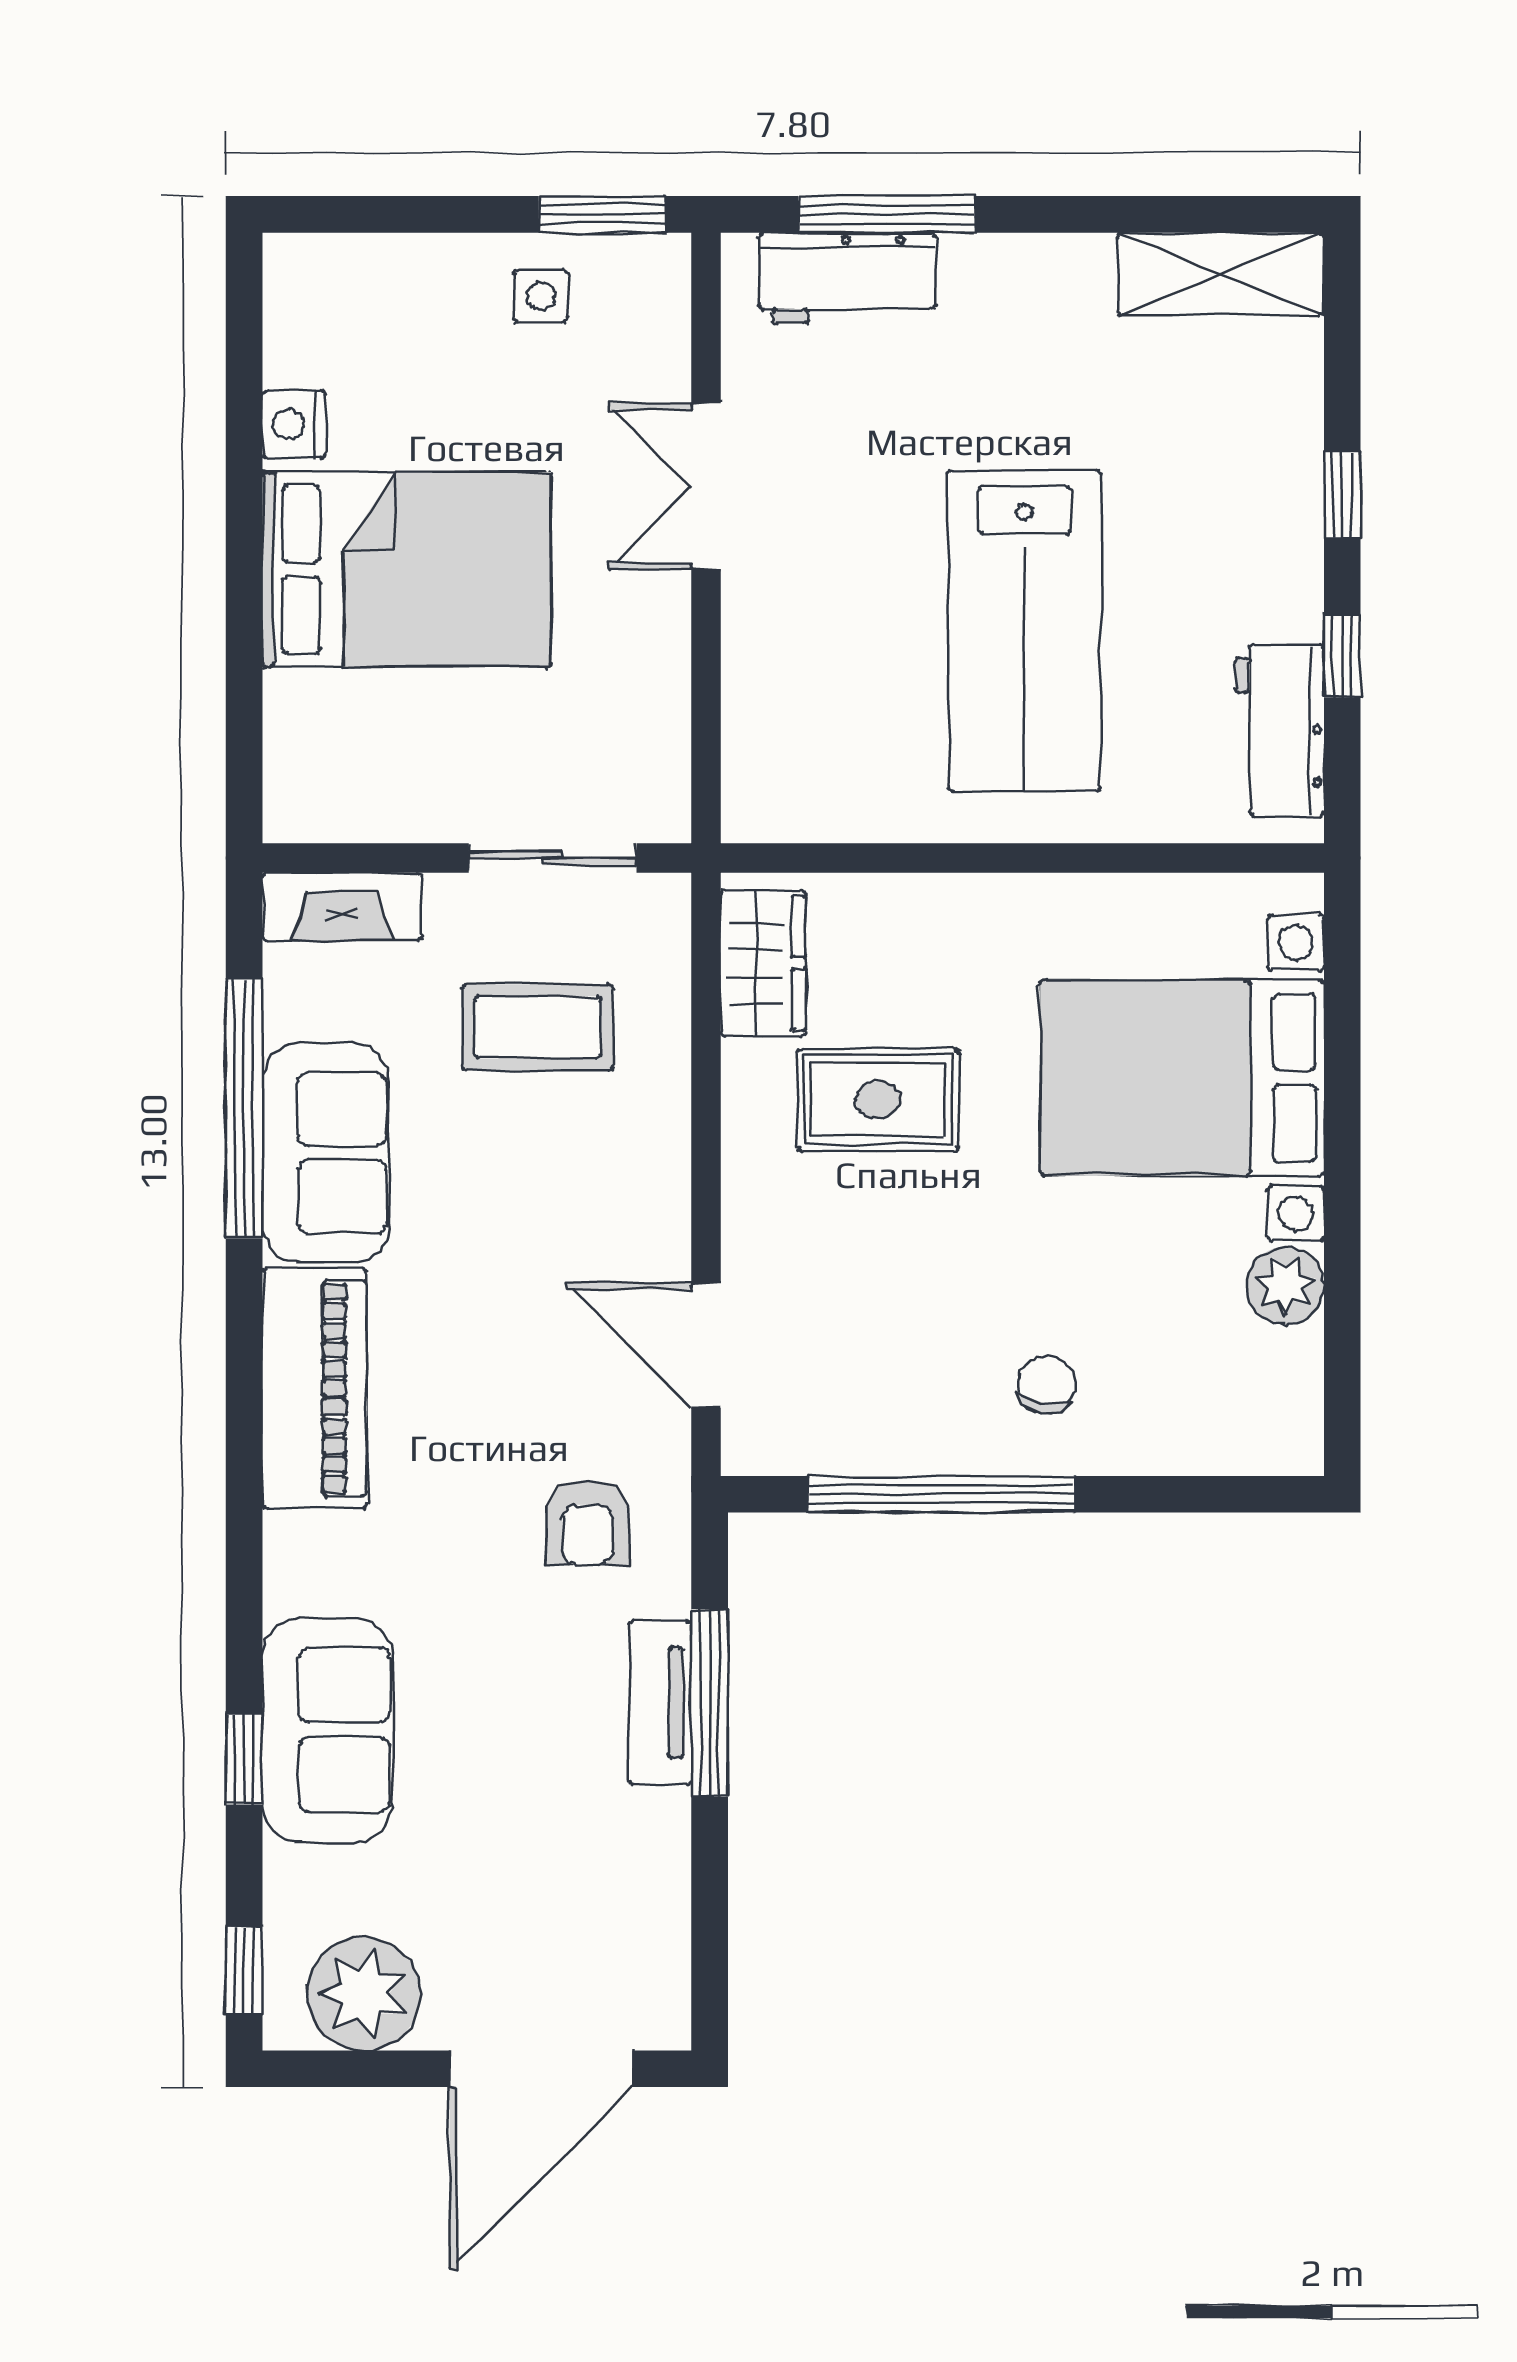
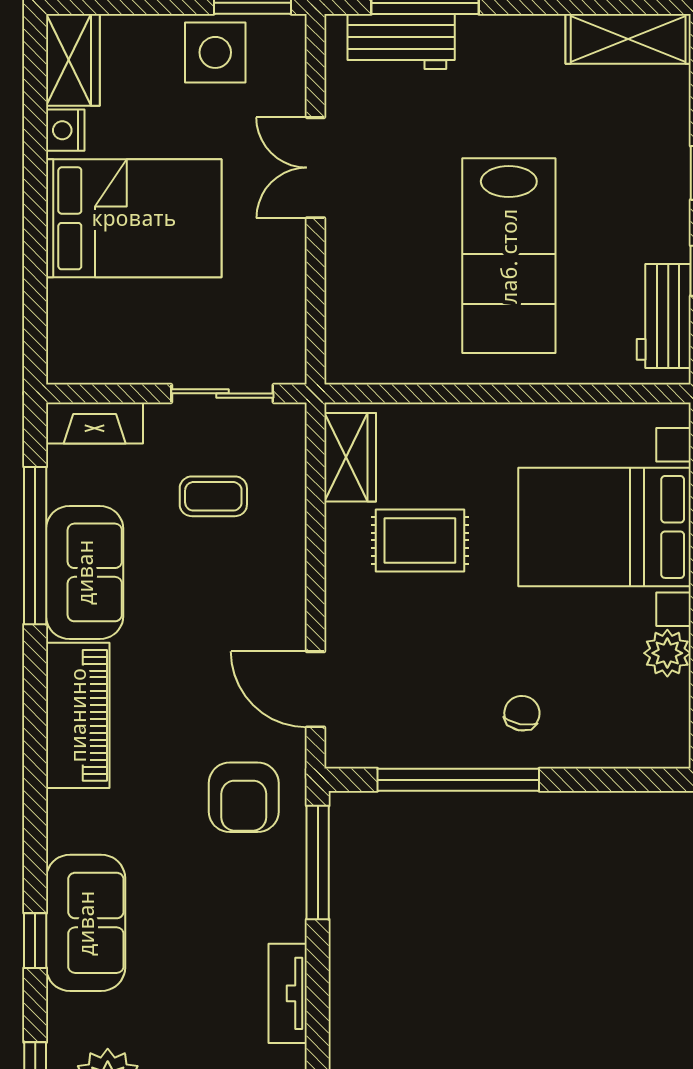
side table: (541, 296) -> (215, 52), width x1.87, depth x1.87
wardrobe: (306, 308) -> (73, 60), added
coffee table: (538, 1027) -> (213, 496), width x0.73, depth x0.77
armchair: (588, 1523) -> (244, 797), width x1.38, depth x1.38
tv unit: (660, 1702) -> (288, 993), moved
window: (710, 1703) -> (318, 863), moved

